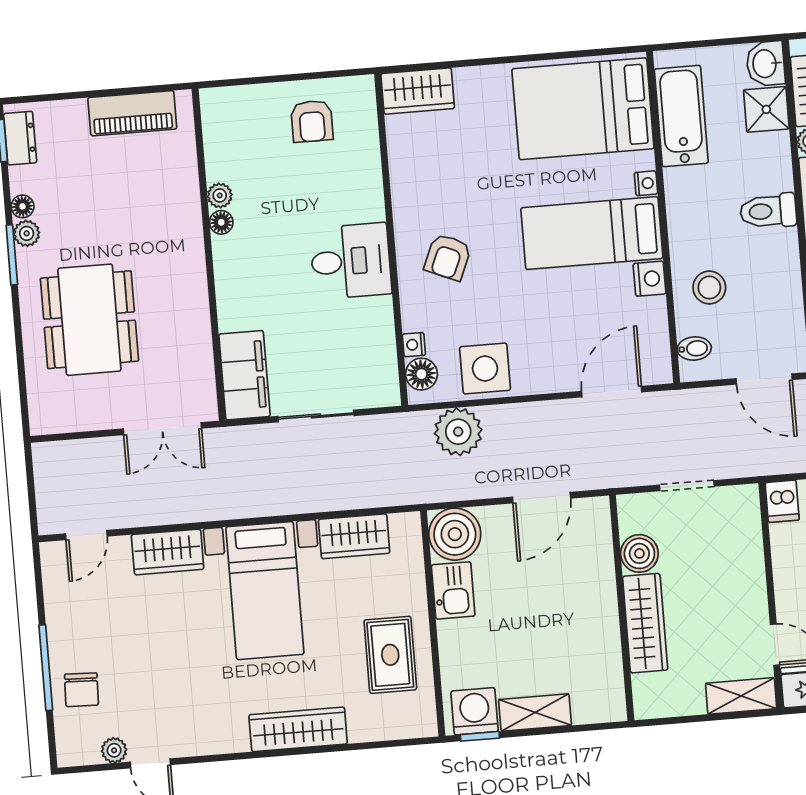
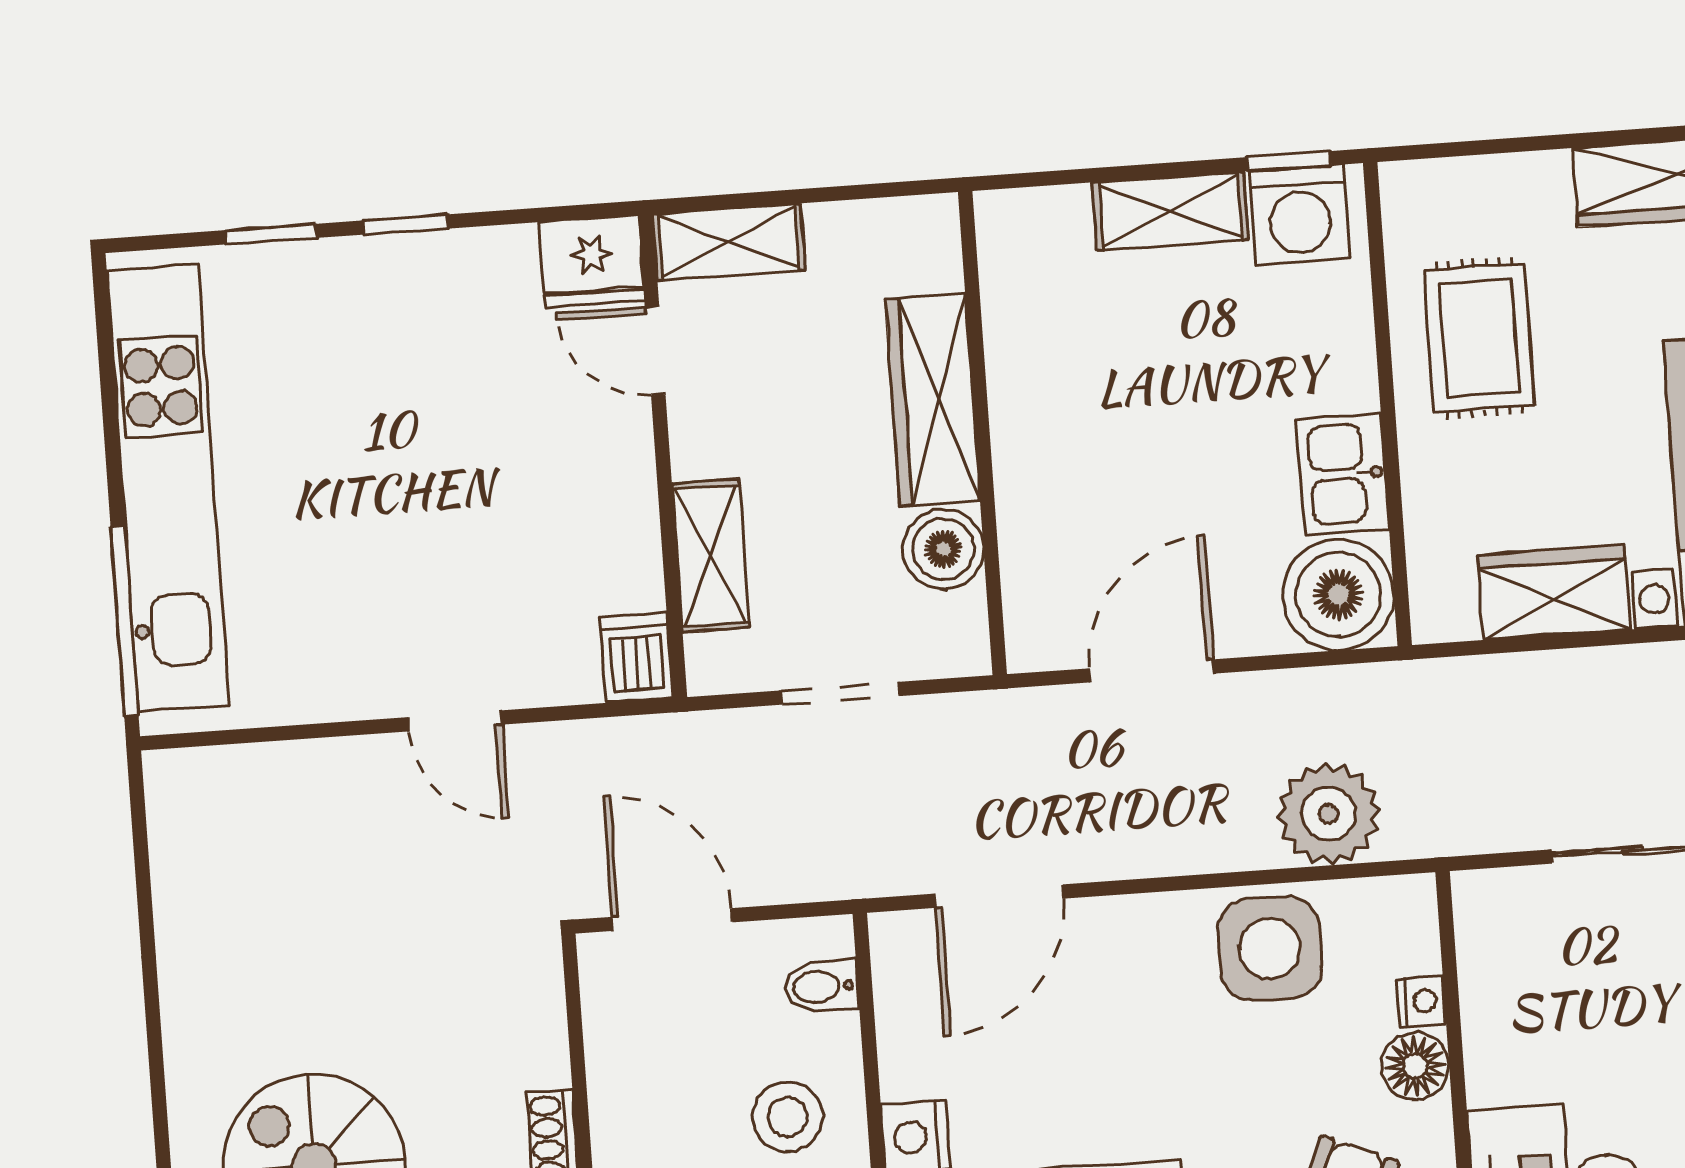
floor lamp: (421, 374) -> (1415, 1066), moved
shelving: (748, 549) -> (711, 556), added

